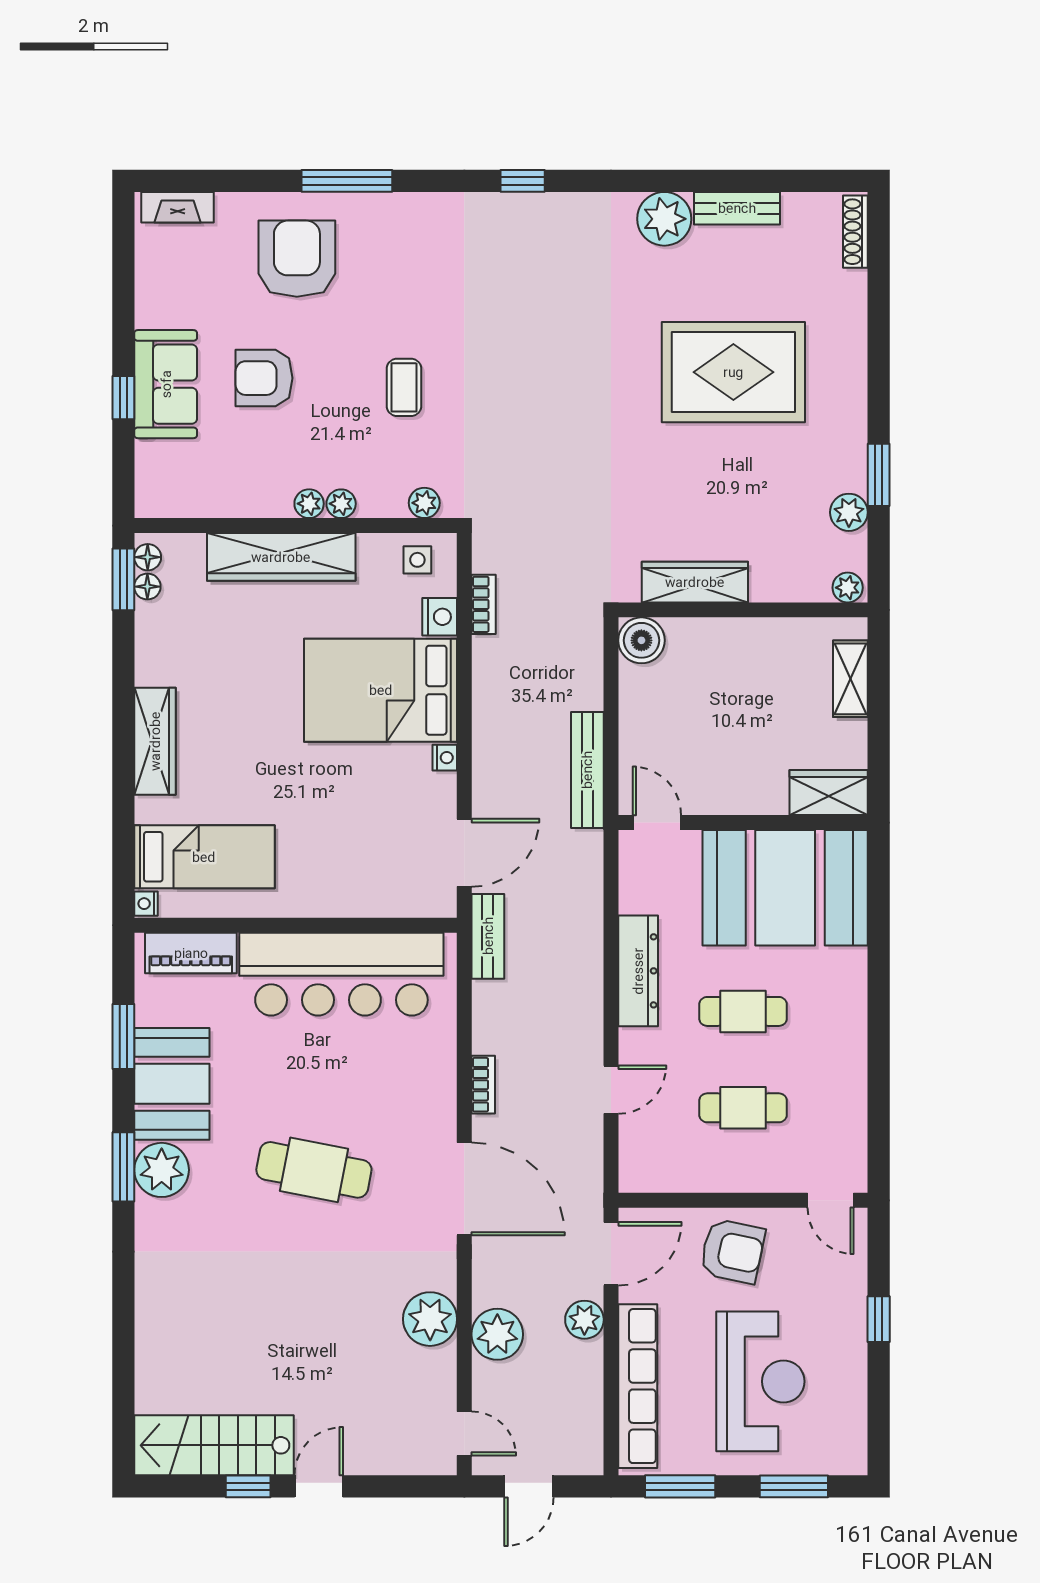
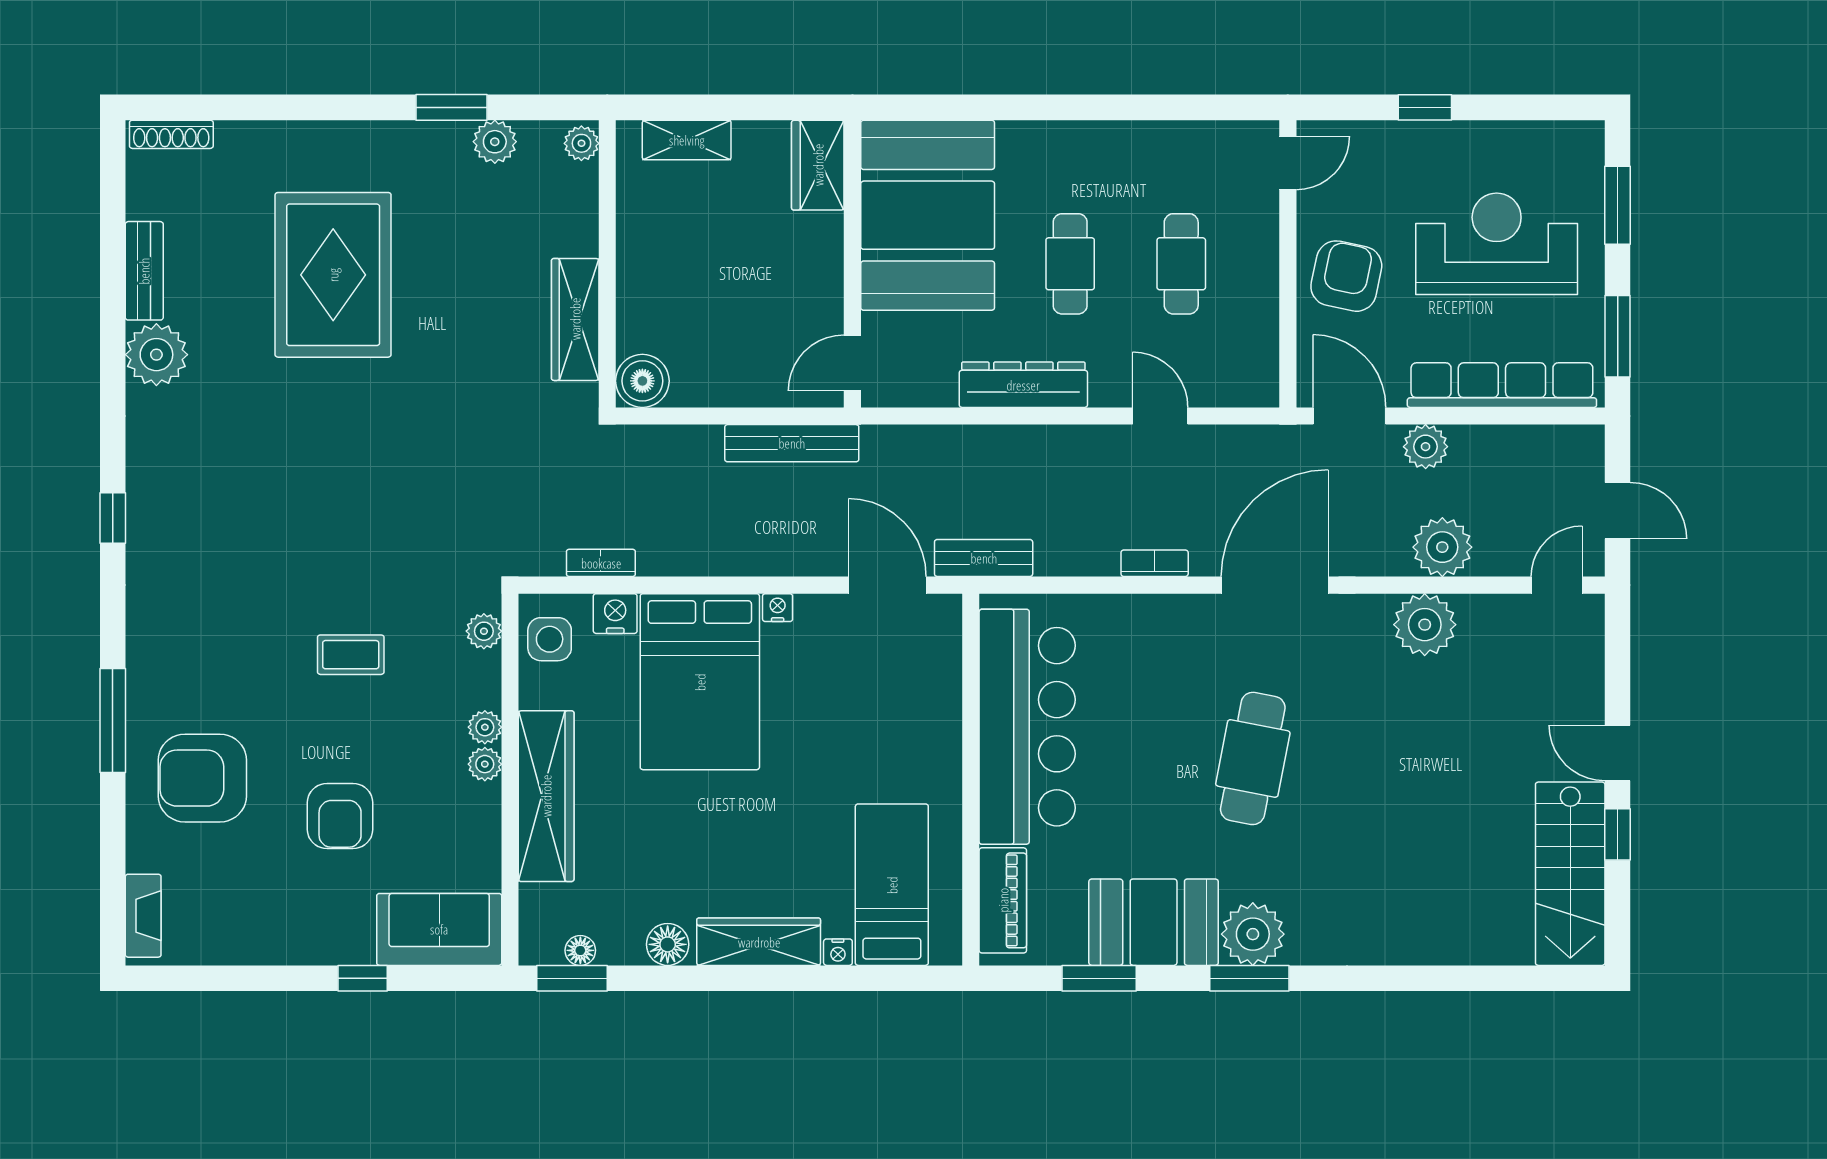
sofa: (166, 384) -> (439, 929), moved
floor lamp: (148, 557) -> (668, 944), moved, width x1.37, depth x1.37
side table: (417, 560) -> (550, 639), width x1.37, depth x1.37
nightstand: (146, 904) -> (838, 952), moved

